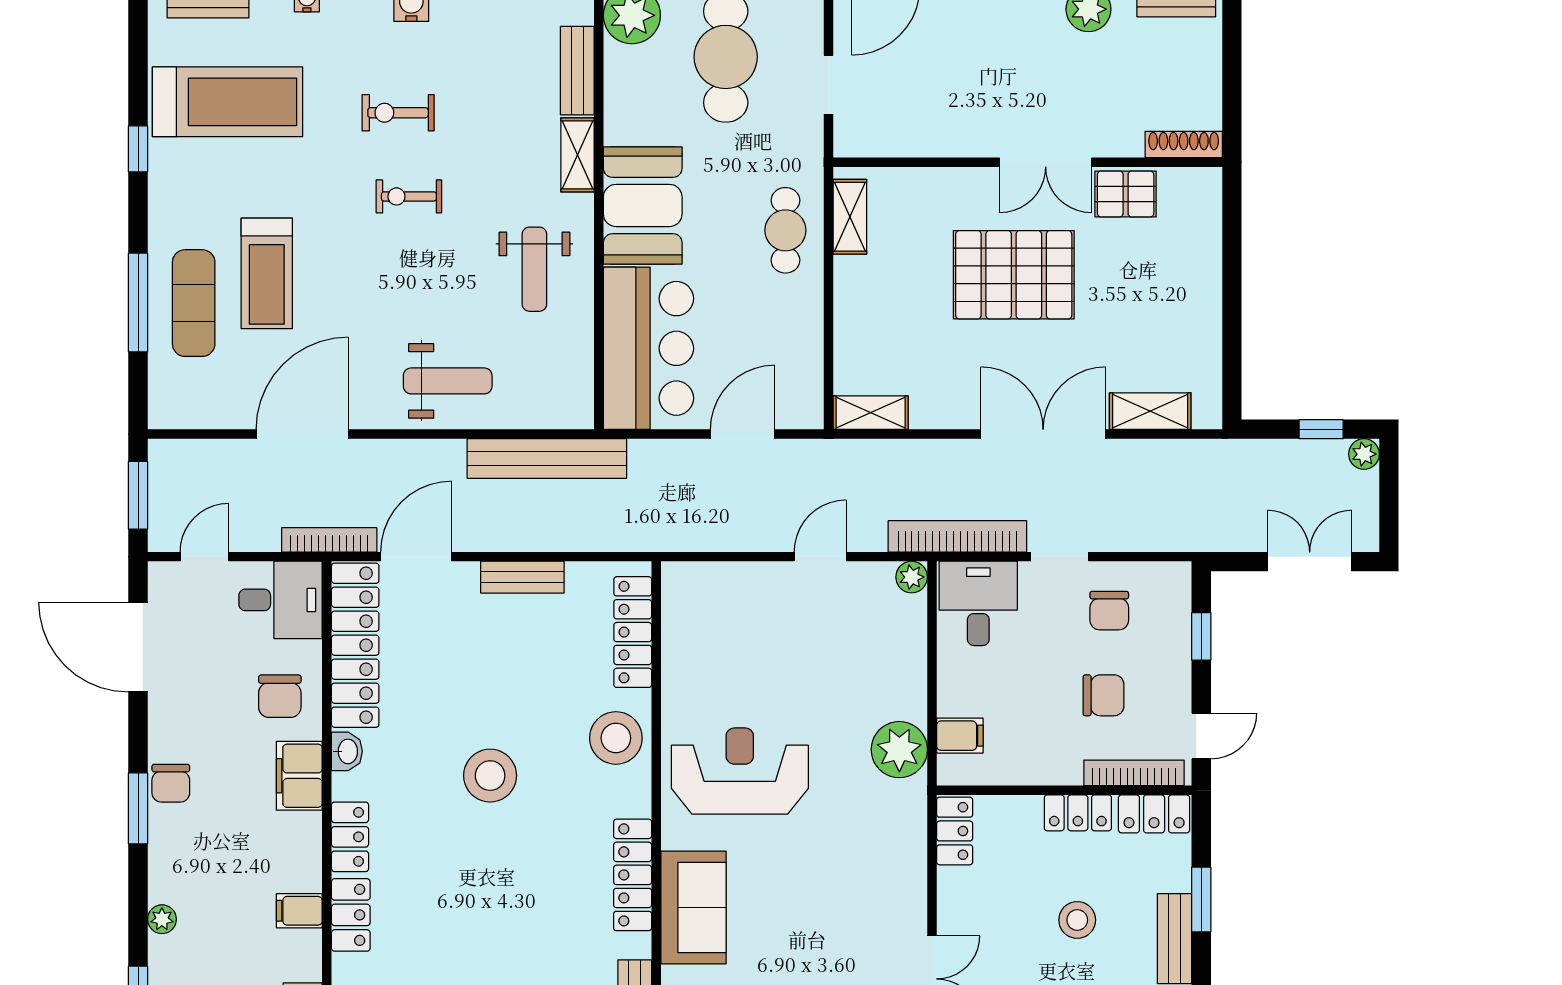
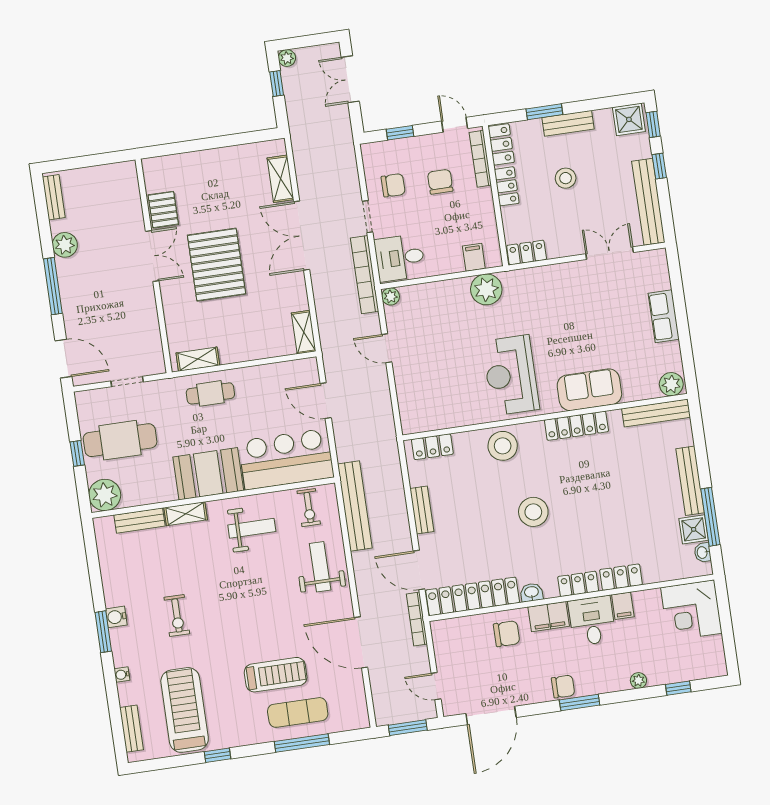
shoe rack: (1184, 144) -> (131, 182), removed
exercise bike: (409, 196) -> (309, 508), moved
desk: (281, 600) -> (592, 621), moved
locker: (633, 632) -> (432, 447), width x0.66

